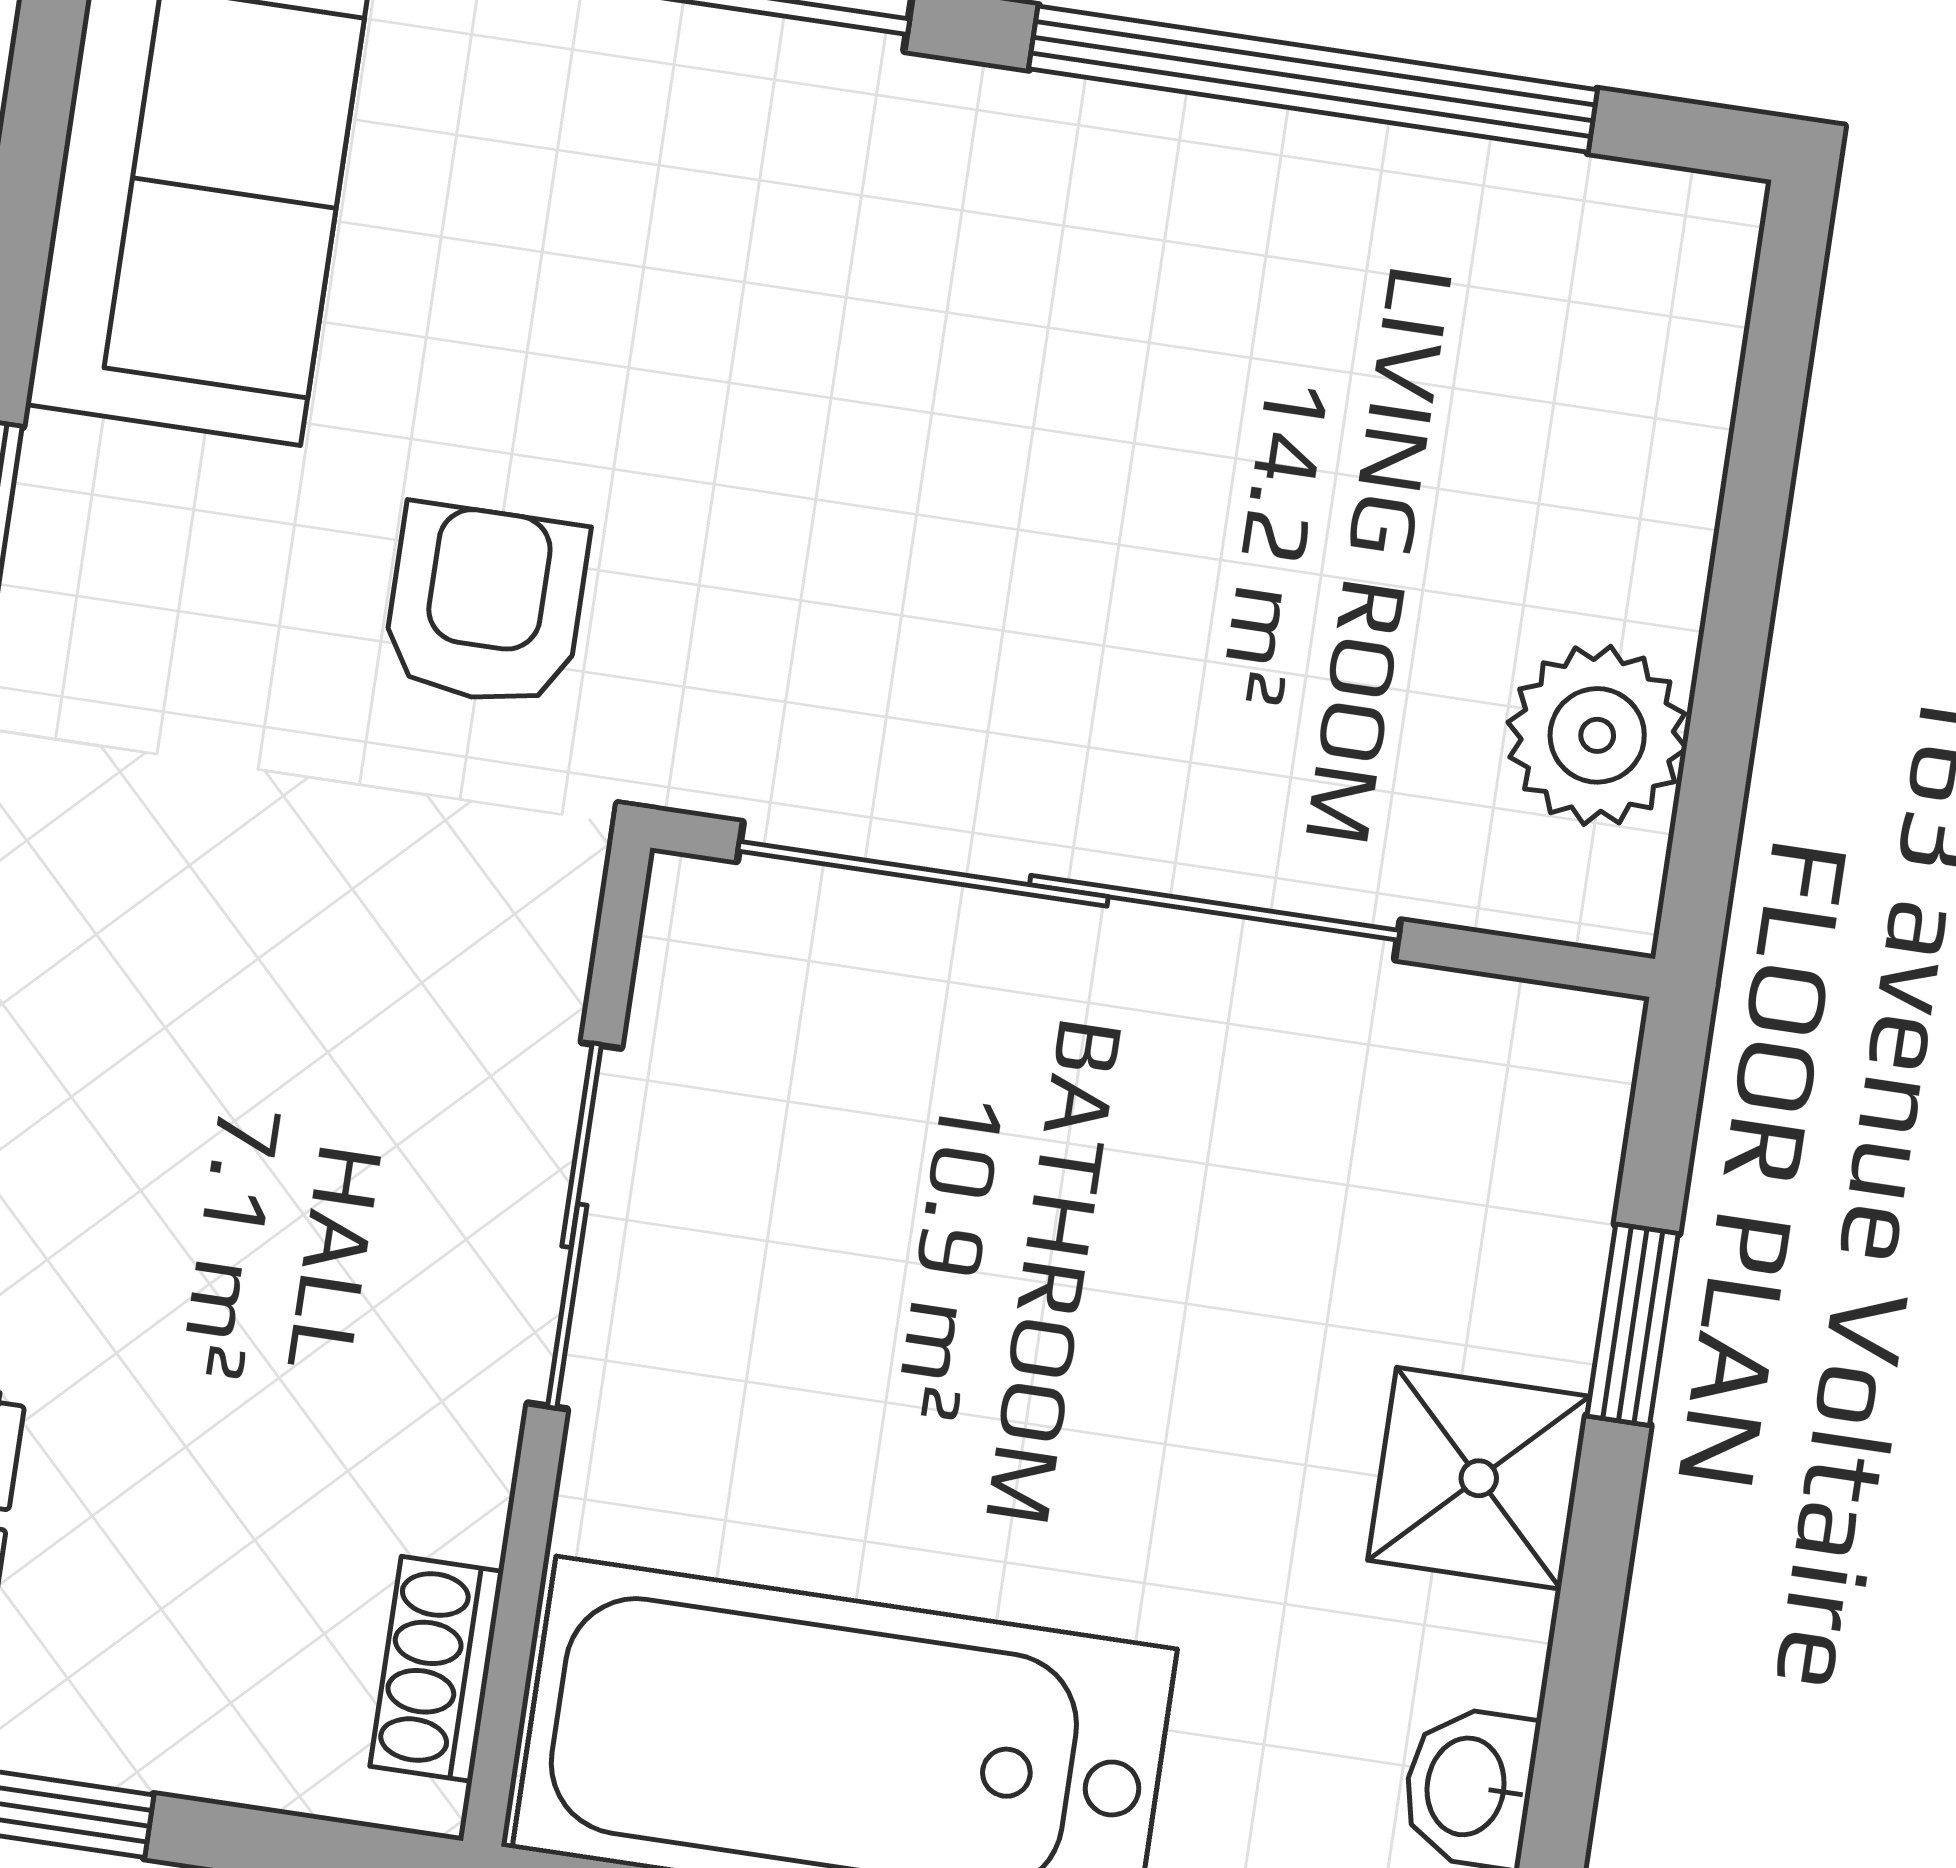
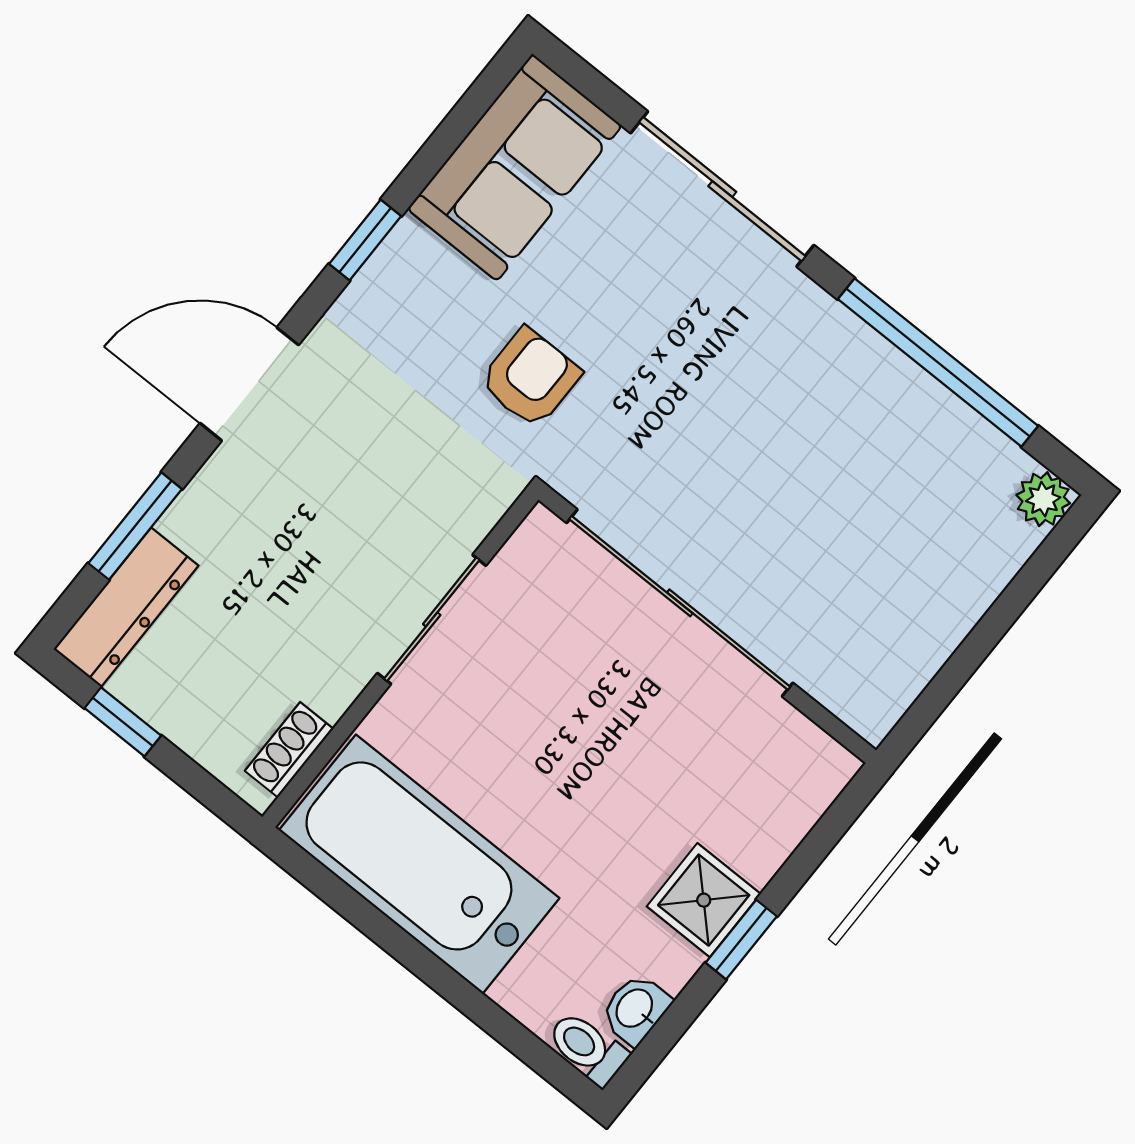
plant: (1597, 735) -> (1043, 499), moved, width x0.73, depth x0.73
window: (1633, 1325) -> (741, 940), moved

